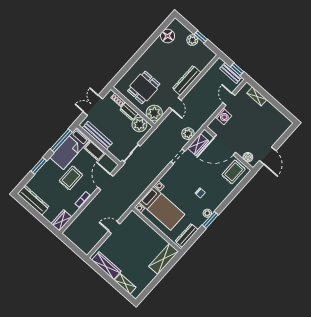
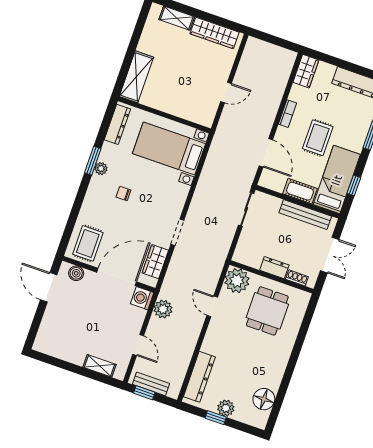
dresser: (187, 80) -> (199, 377), moved
washing machine: (224, 116) -> (142, 298), moved
plant: (139, 124) -> (251, 255), removed
plant: (188, 134) -> (163, 309), moved
window: (61, 141) -> (354, 185), width x0.46

